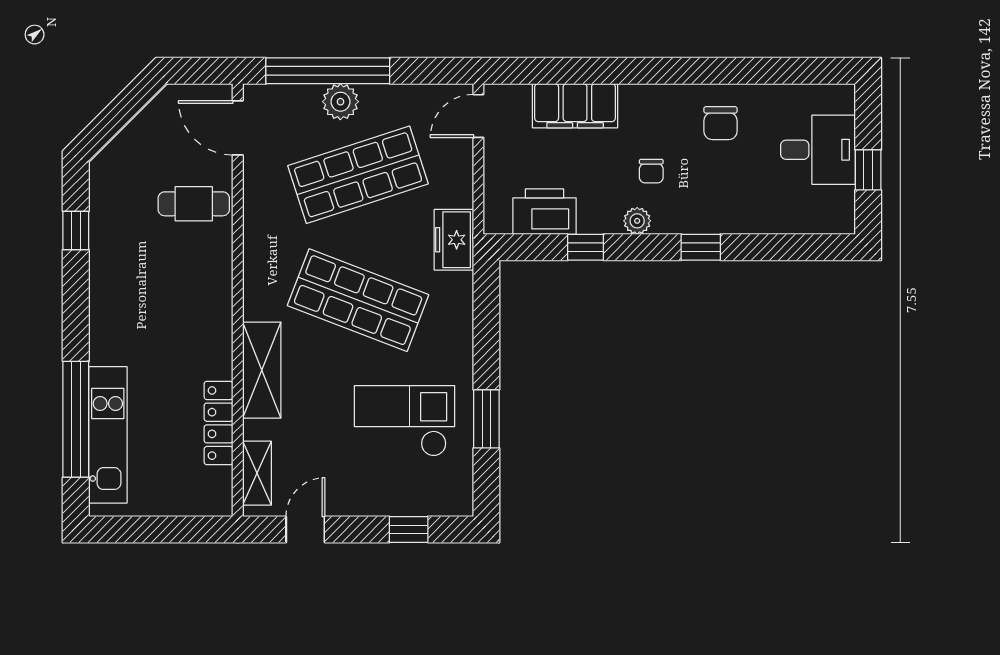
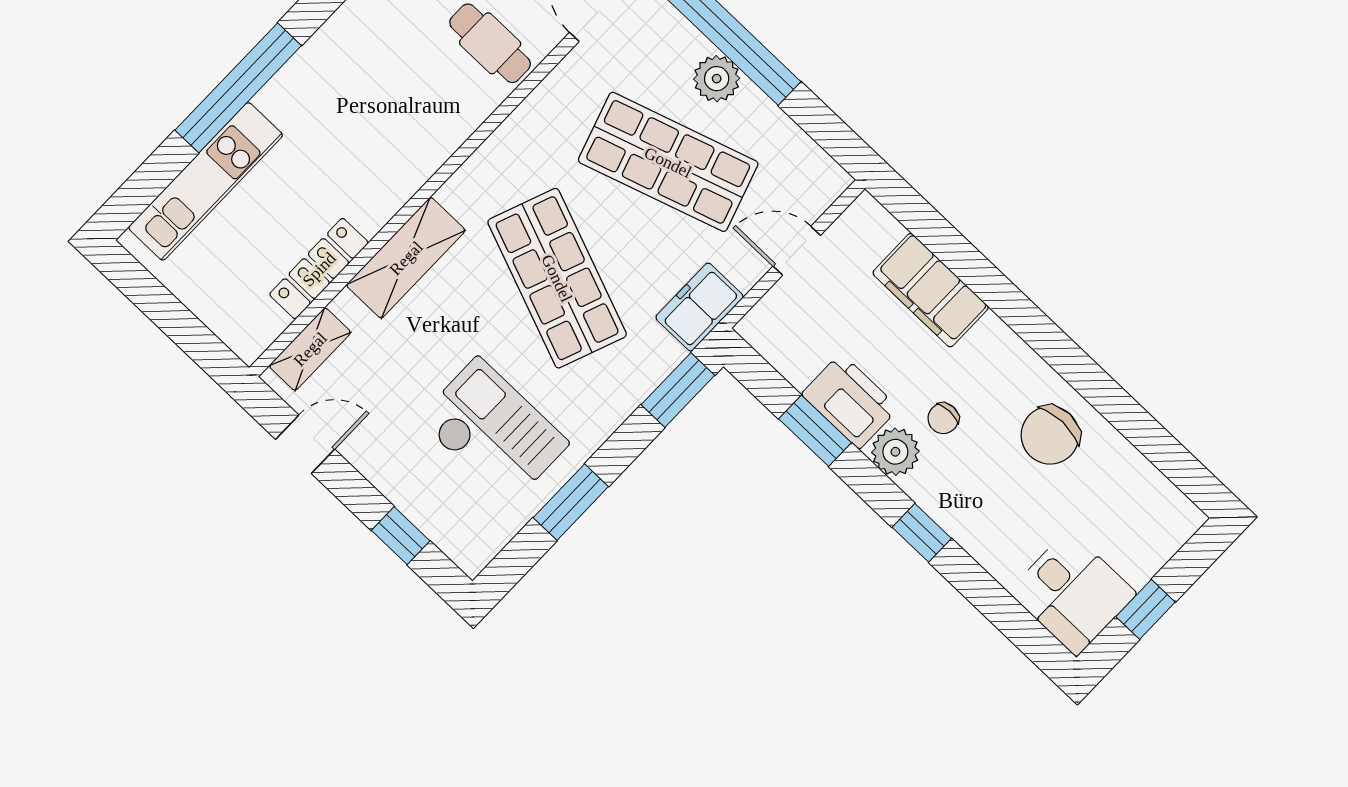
door: (478, 116) -> (797, 251), moved
chair: (720, 123) -> (1050, 435), width x1.37, depth x1.37
desk: (818, 150) -> (1072, 593), moved
printer: (545, 212) -> (850, 401), moved
plant: (637, 221) -> (895, 452), width x1.38, depth x1.38
window: (586, 247) -> (815, 431), width x1.50
window: (486, 298) -> (678, 390), added
window: (76, 419) -> (238, 88), moved

